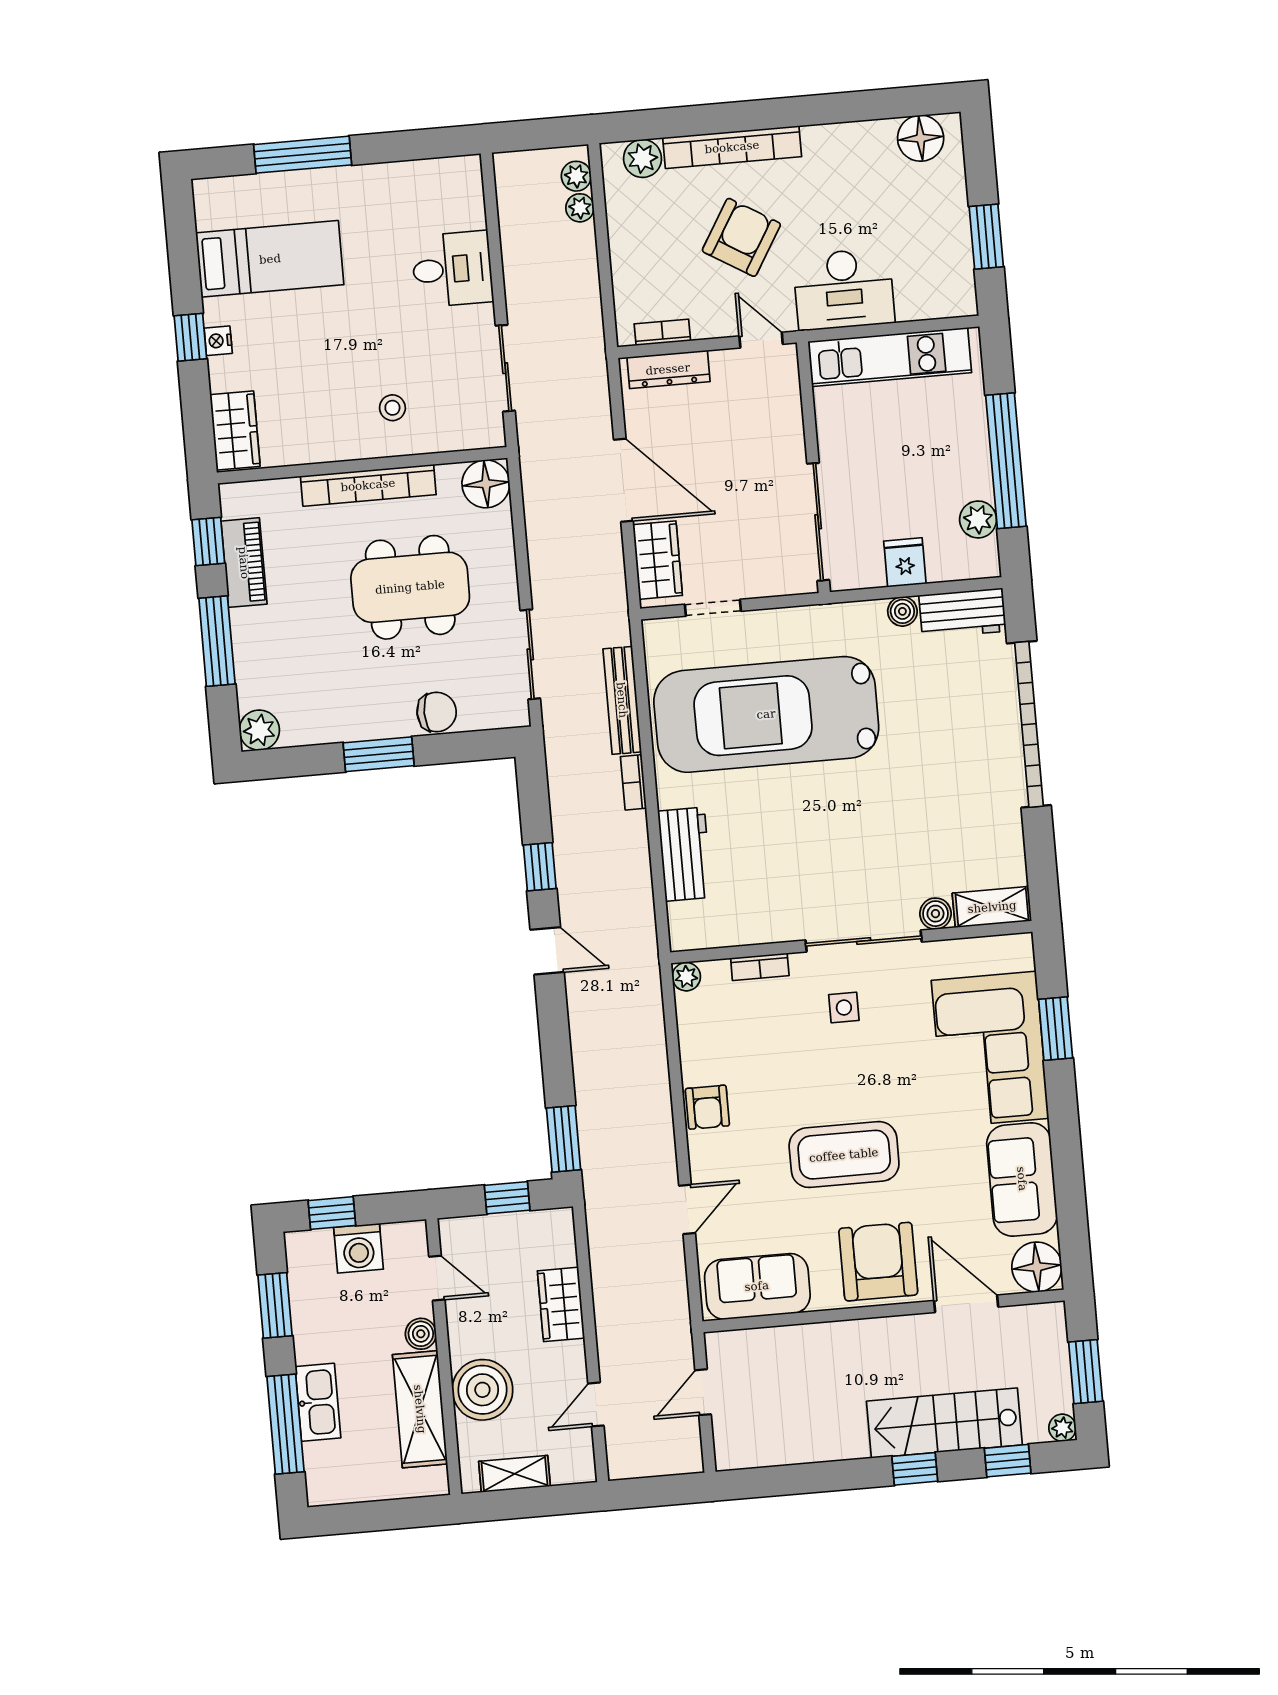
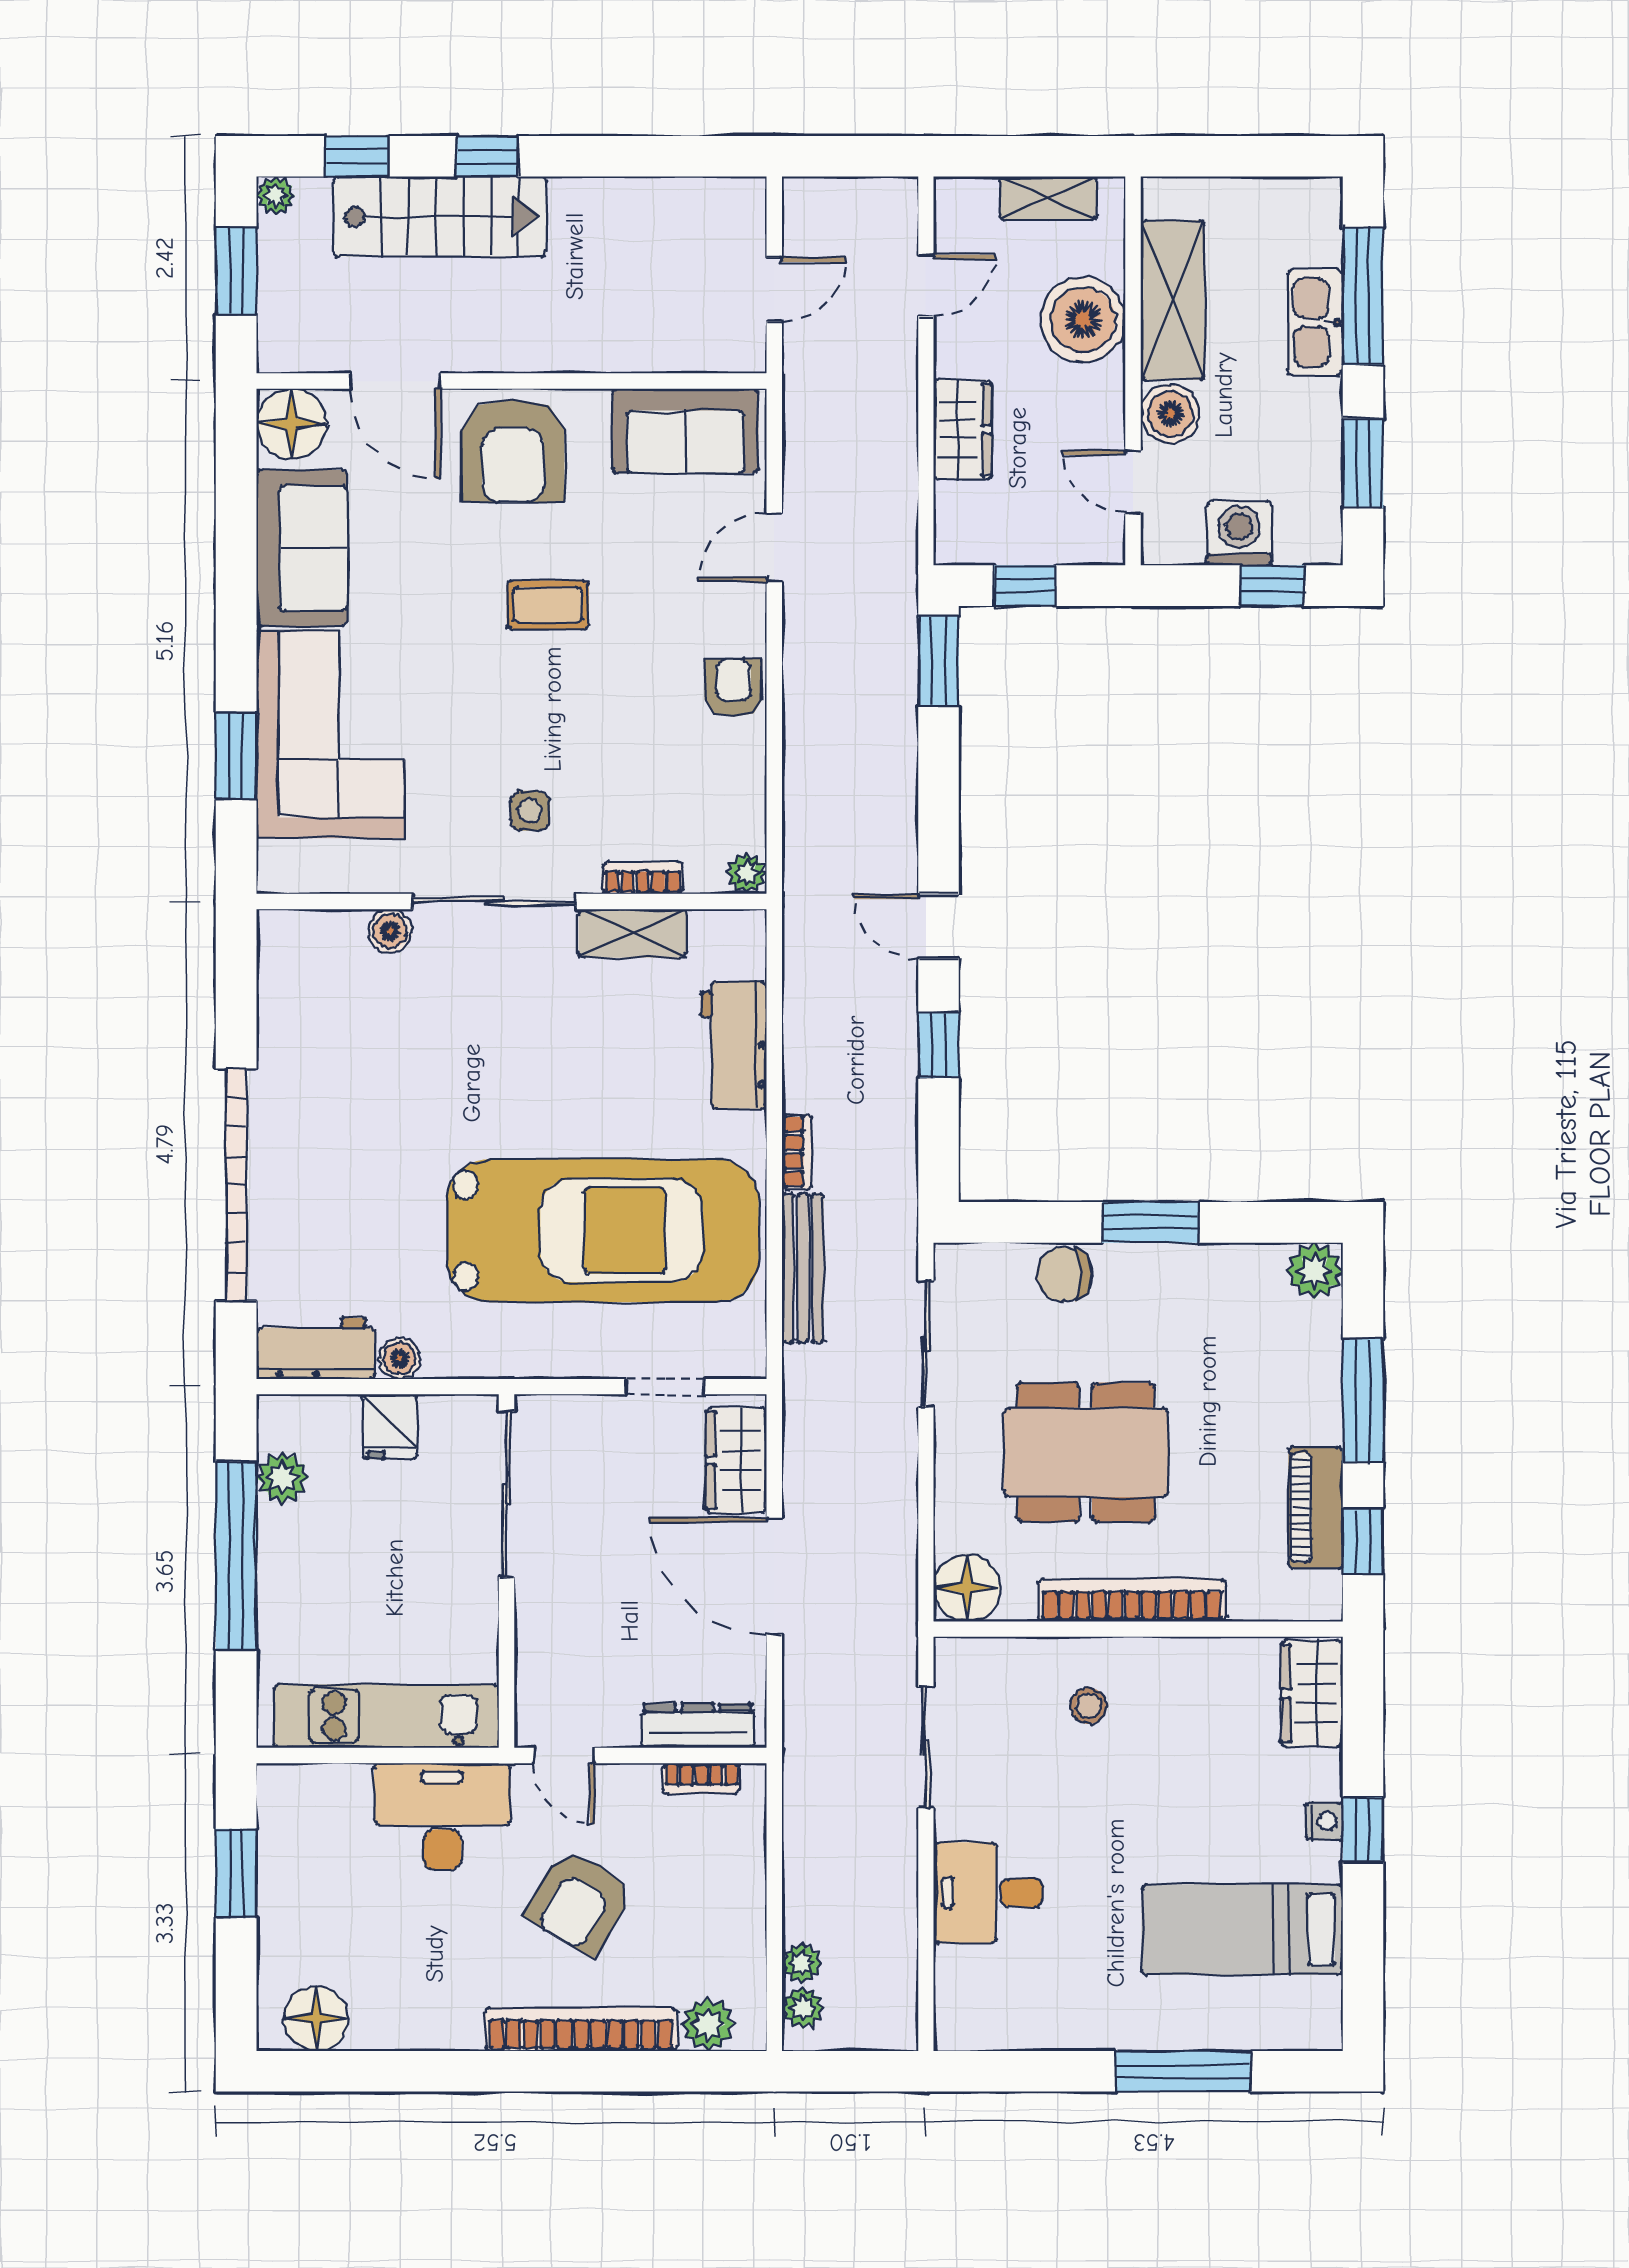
shelving: (992, 907) -> (633, 933), moved
coffee table: (844, 1155) -> (548, 605), width x0.54, depth x0.58
boiler: (421, 1334) -> (1170, 414), width x1.36, depth x1.36

